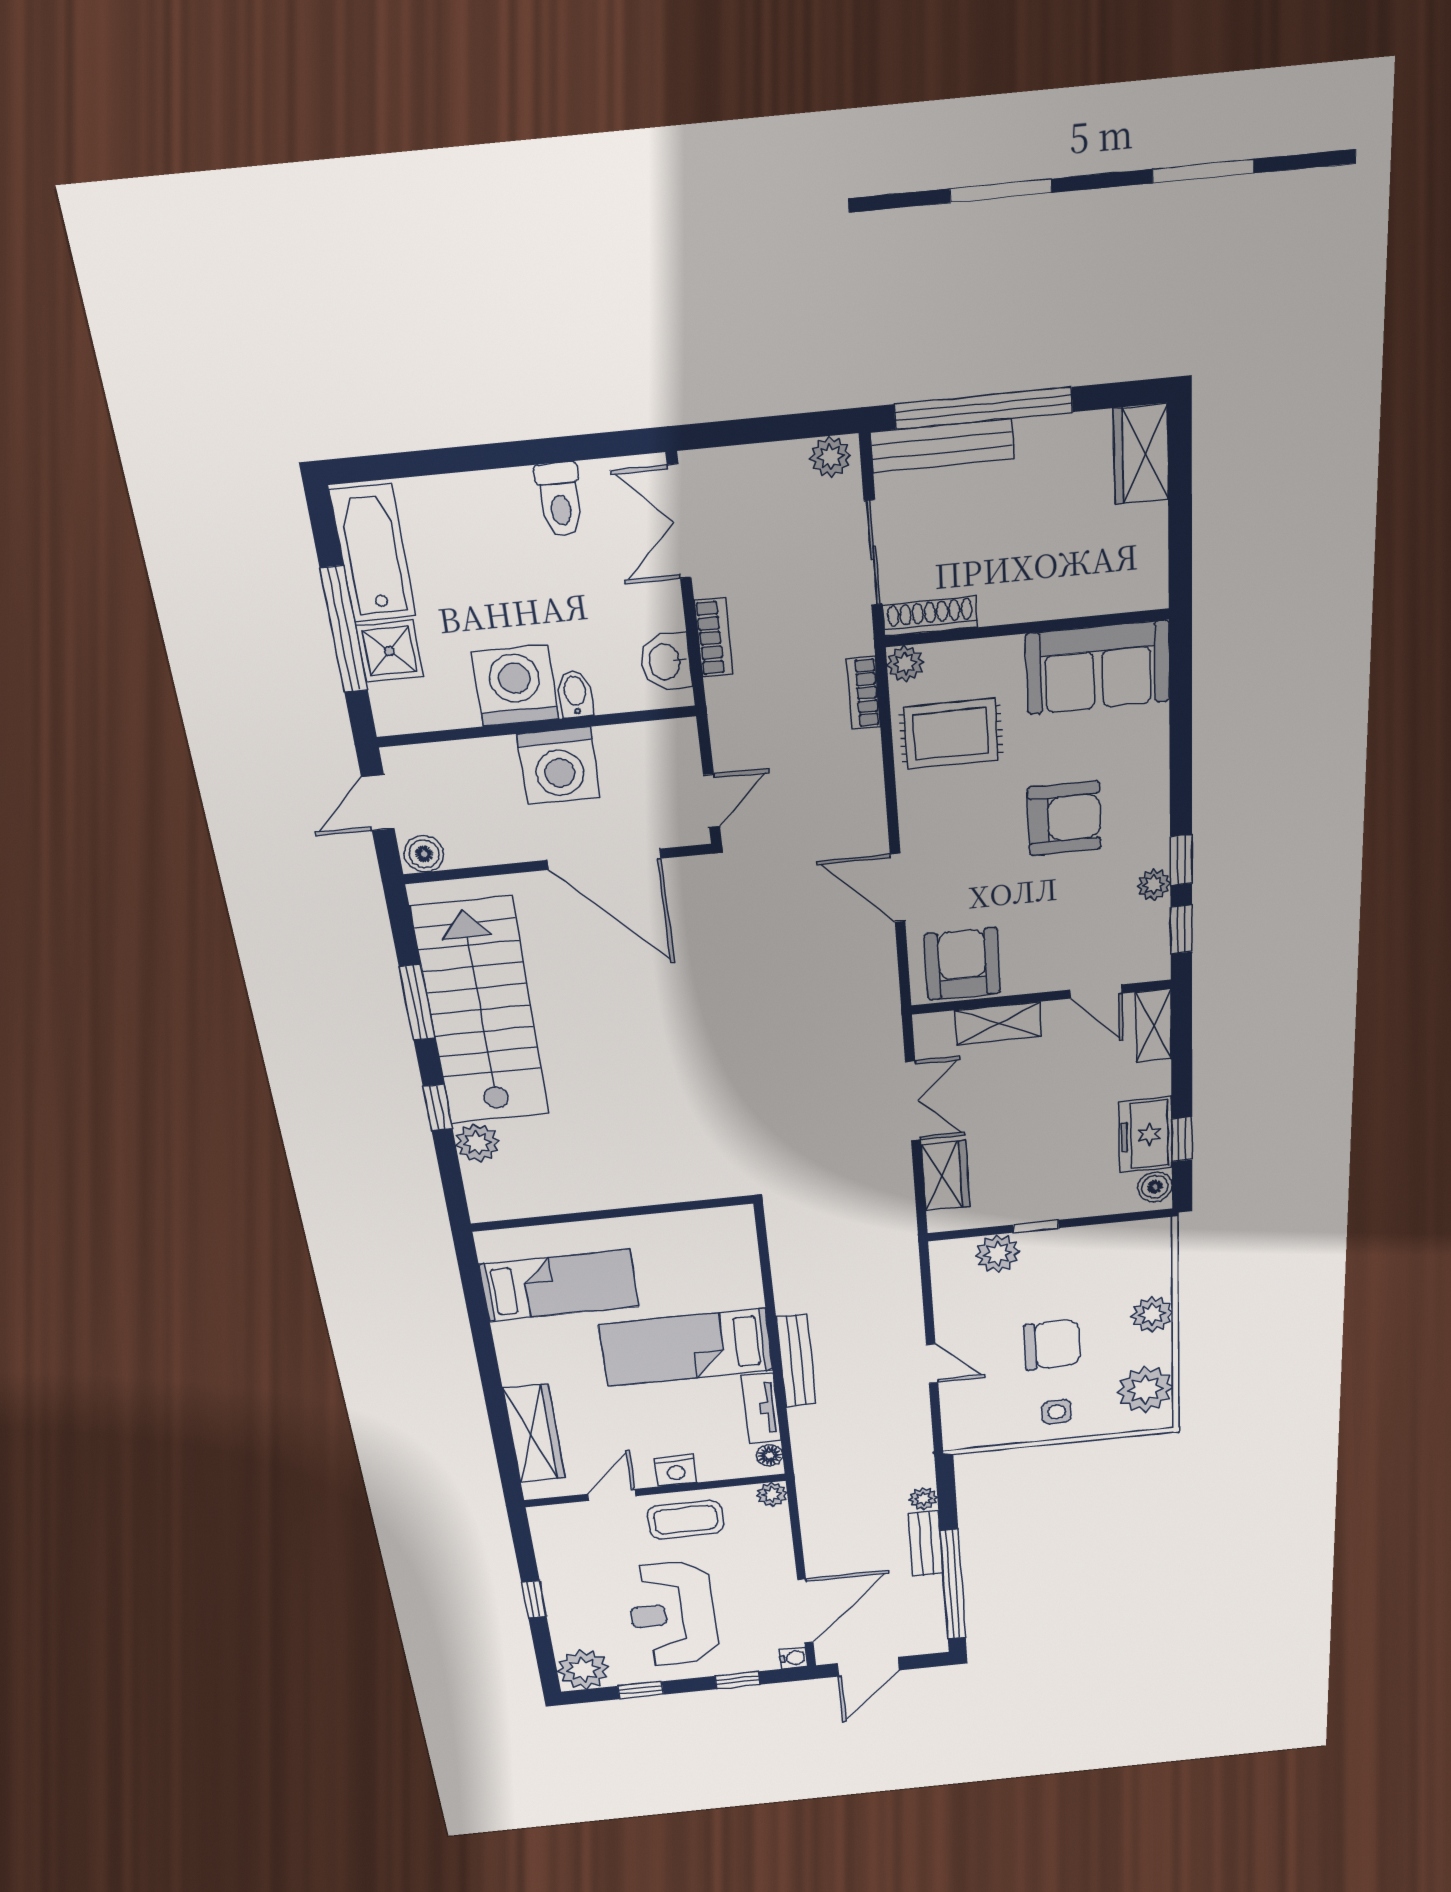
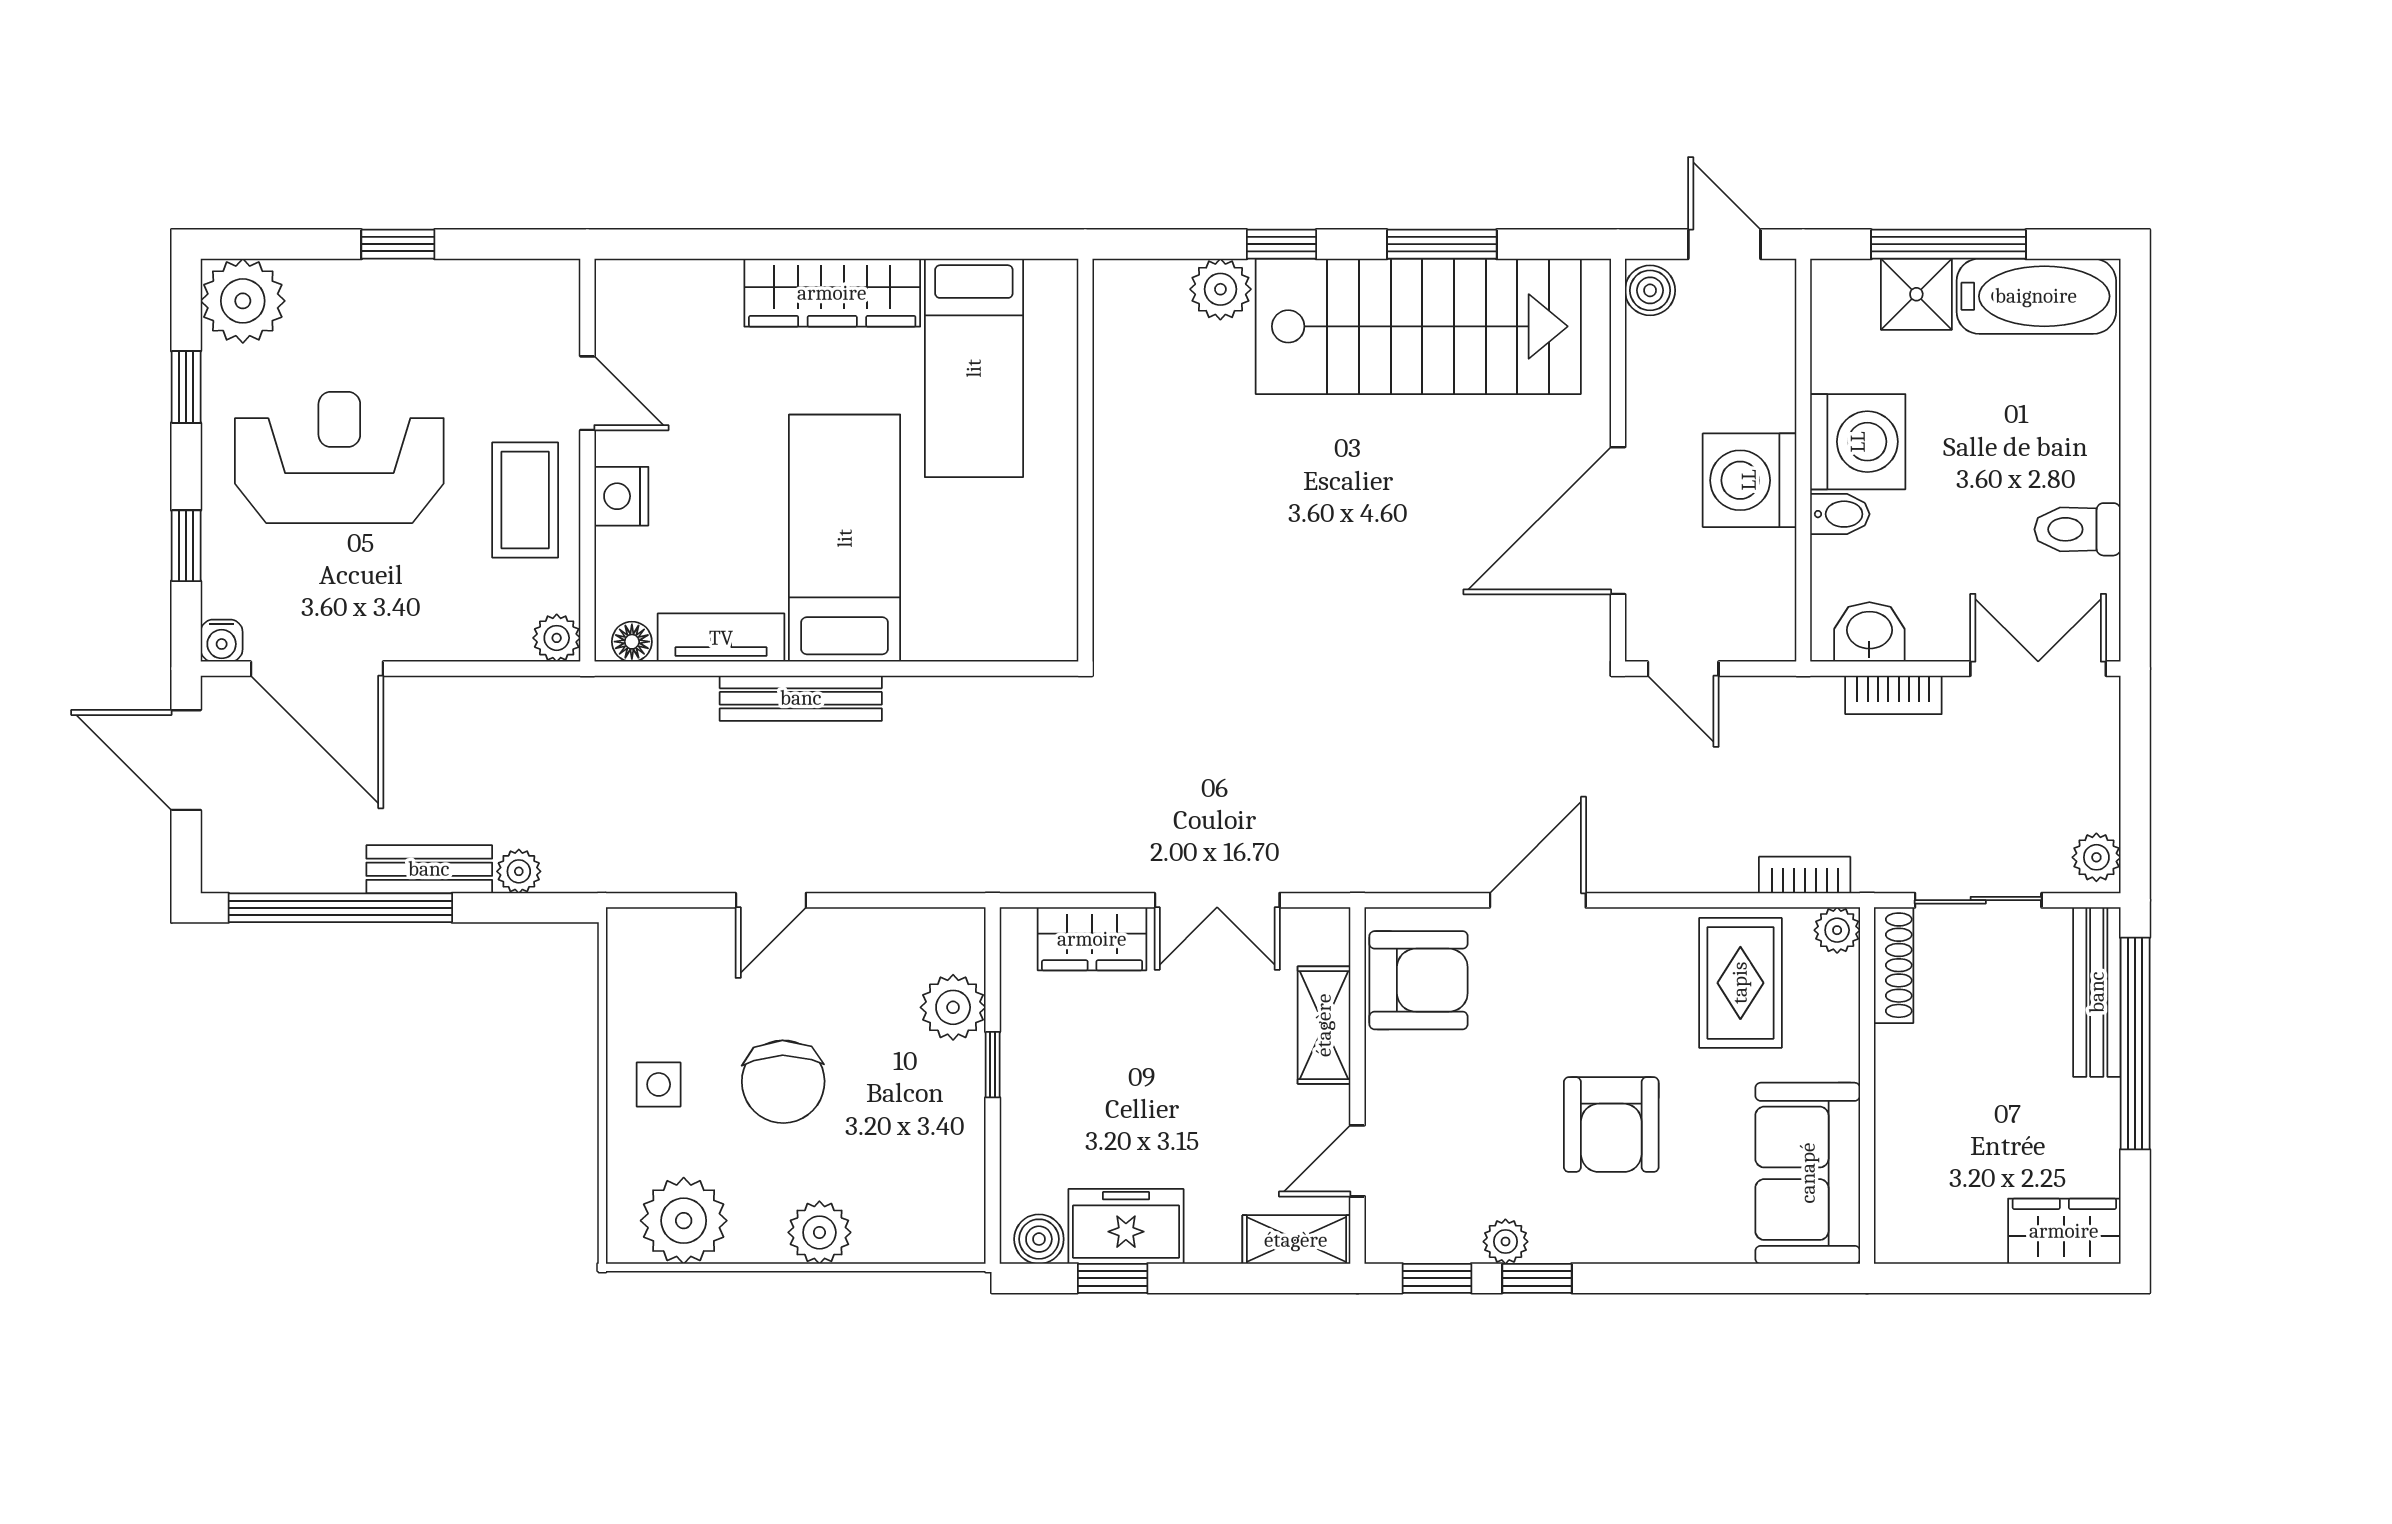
wardrobe: (534, 1434) -> (832, 293), moved

